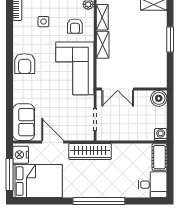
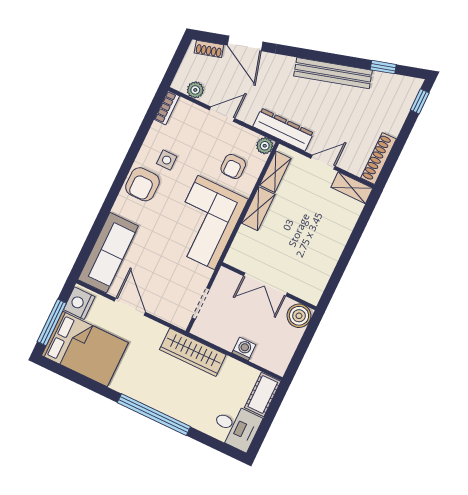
side table: (43, 22) -> (167, 160), moved
window: (170, 39) -> (351, 245), removed
double door: (118, 89) -> (265, 284), moved
sofa: (24, 122) -> (108, 253), width x1.36
washing machine: (161, 135) -> (244, 349), moved
wardrobe: (90, 152) -> (193, 352), moved

